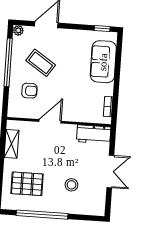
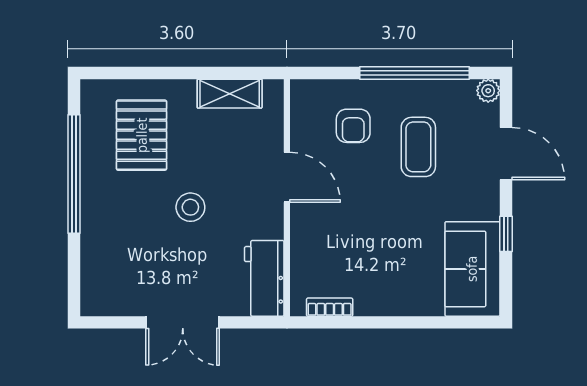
window: (102, 28) -> (506, 234), moved
sofa: (103, 62) -> (472, 269), moved, turned -90
coffee table: (41, 63) -> (418, 147), turned -34
stool: (71, 185) -> (190, 207), moved

